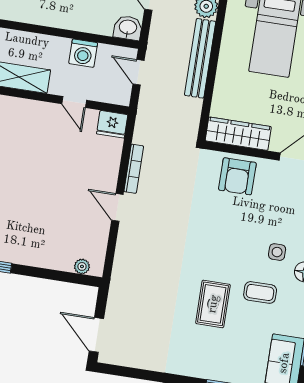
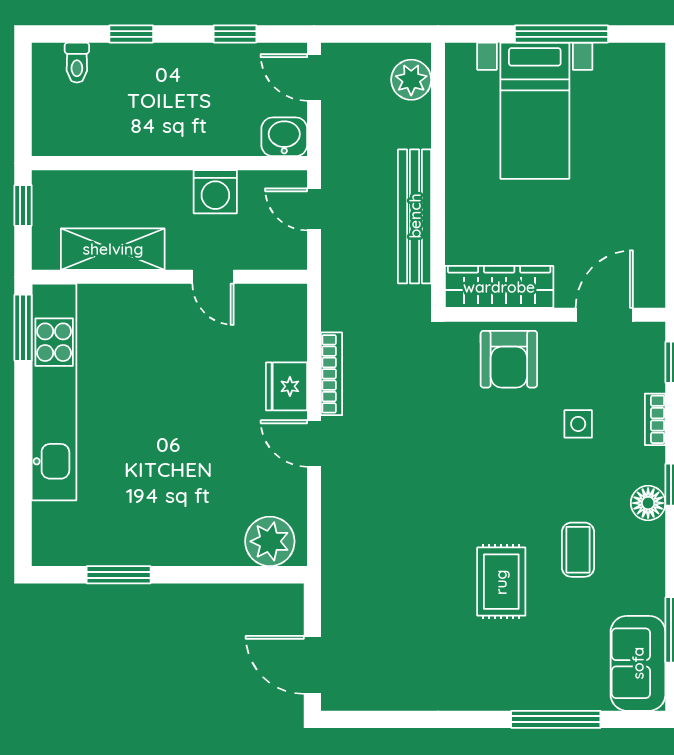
bench: (200, 58) -> (415, 216), moved
fridge: (112, 124) -> (287, 386), moved, turned 90
side table: (277, 252) -> (578, 424), moved
plant: (82, 266) -> (270, 541), width x1.88, depth x1.88
coffee table: (260, 292) -> (578, 550), turned 90

